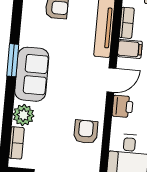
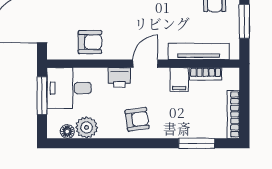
door: (111, 80) -> (145, 64), swing flipped

